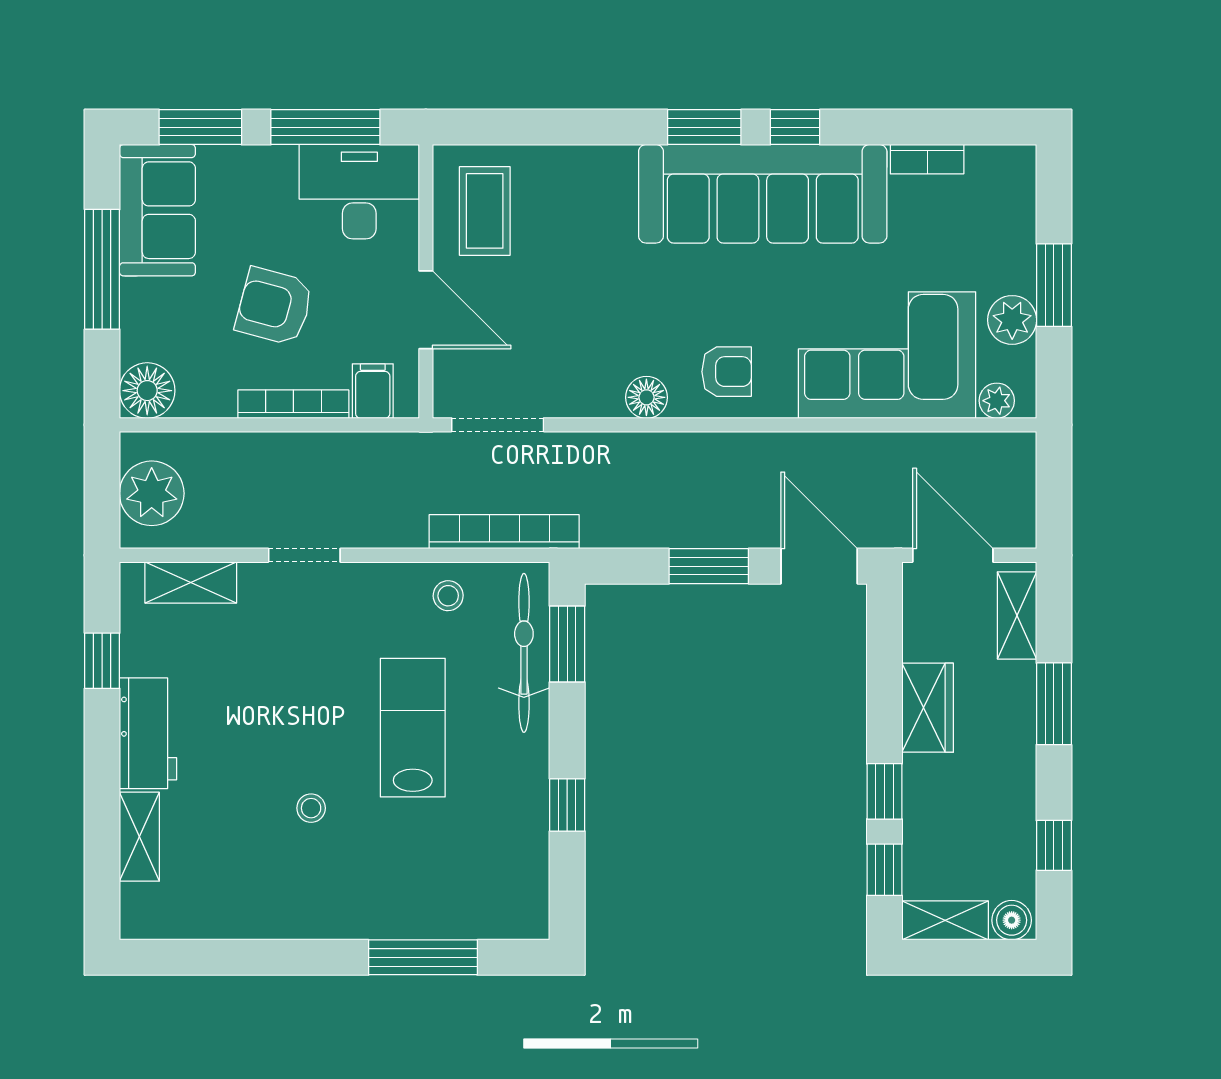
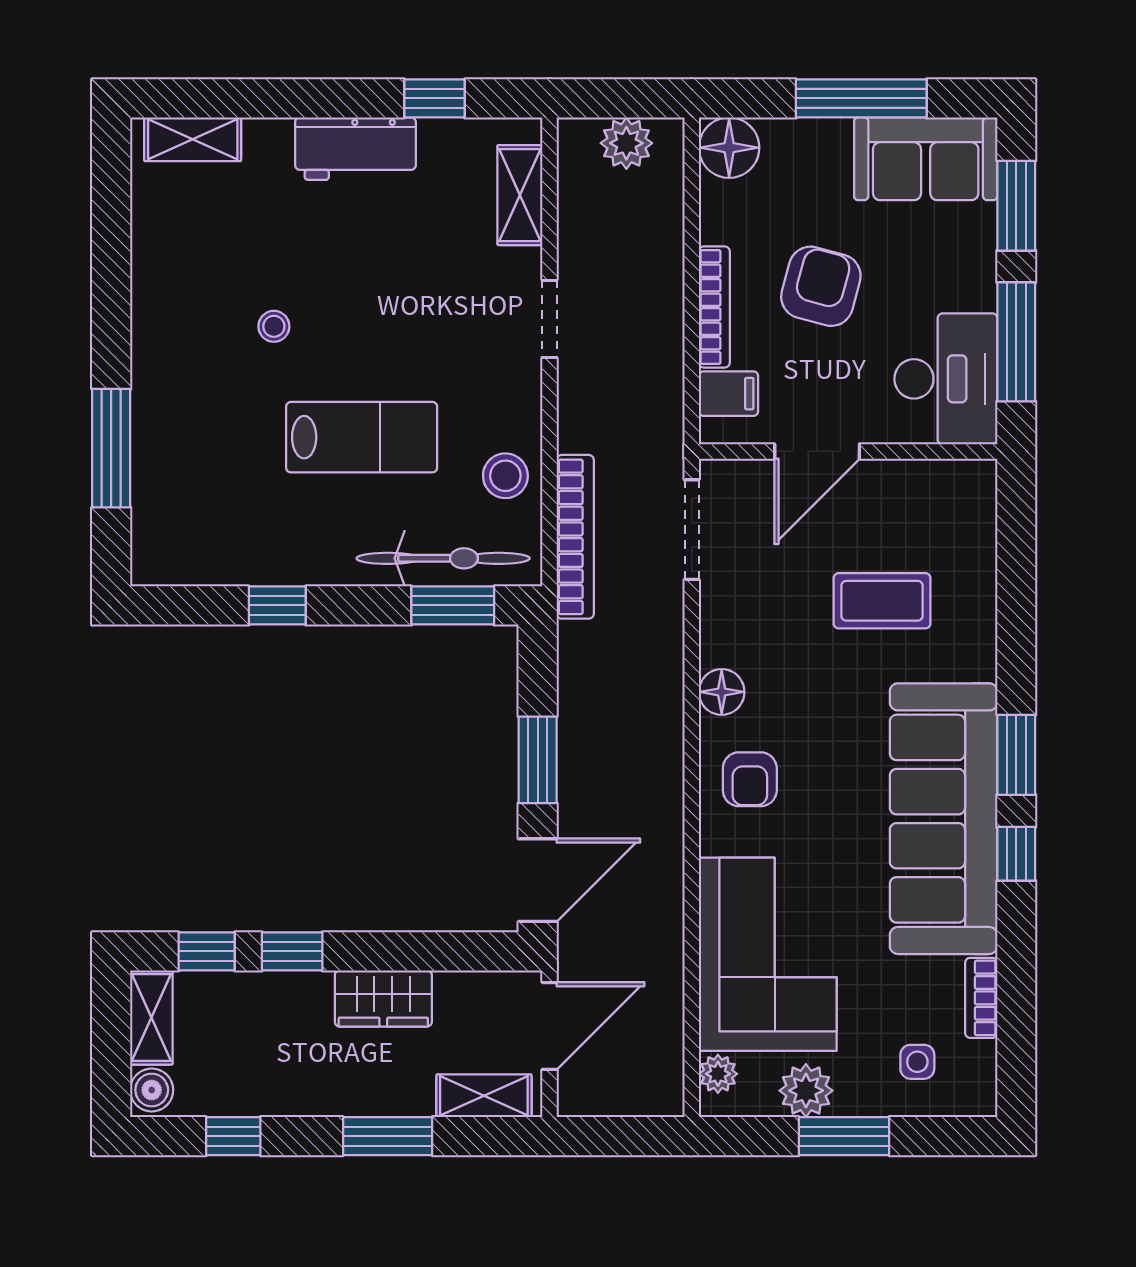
coffee table: (485, 211) -> (882, 601), moved
side table: (986, 218) -> (917, 1062), added
plant: (152, 493) -> (626, 143), width x0.73, depth x0.73
stool: (448, 596) -> (505, 476), width x1.37, depth x1.37
shelving: (139, 837) -> (193, 139), moved

